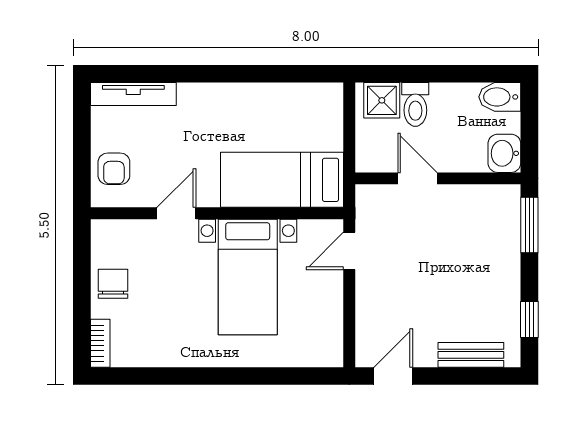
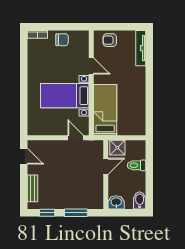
shower: (382, 100) -> (117, 148), moved
window: (529, 225) -> (76, 213), moved

